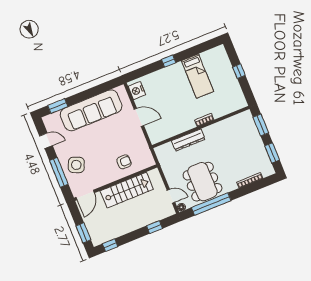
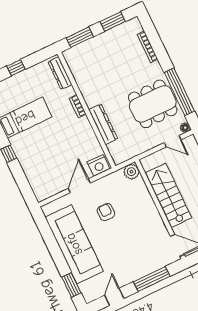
nightstand: (137, 91) -> (99, 165), moved
dresser: (232, 107) -> (60, 73), added
plant: (148, 161) -> (131, 172), added
armchair: (124, 162) -> (106, 212), moved
side table: (76, 165) -> (141, 258), removed
door: (171, 196) -> (173, 141), swing flipped

